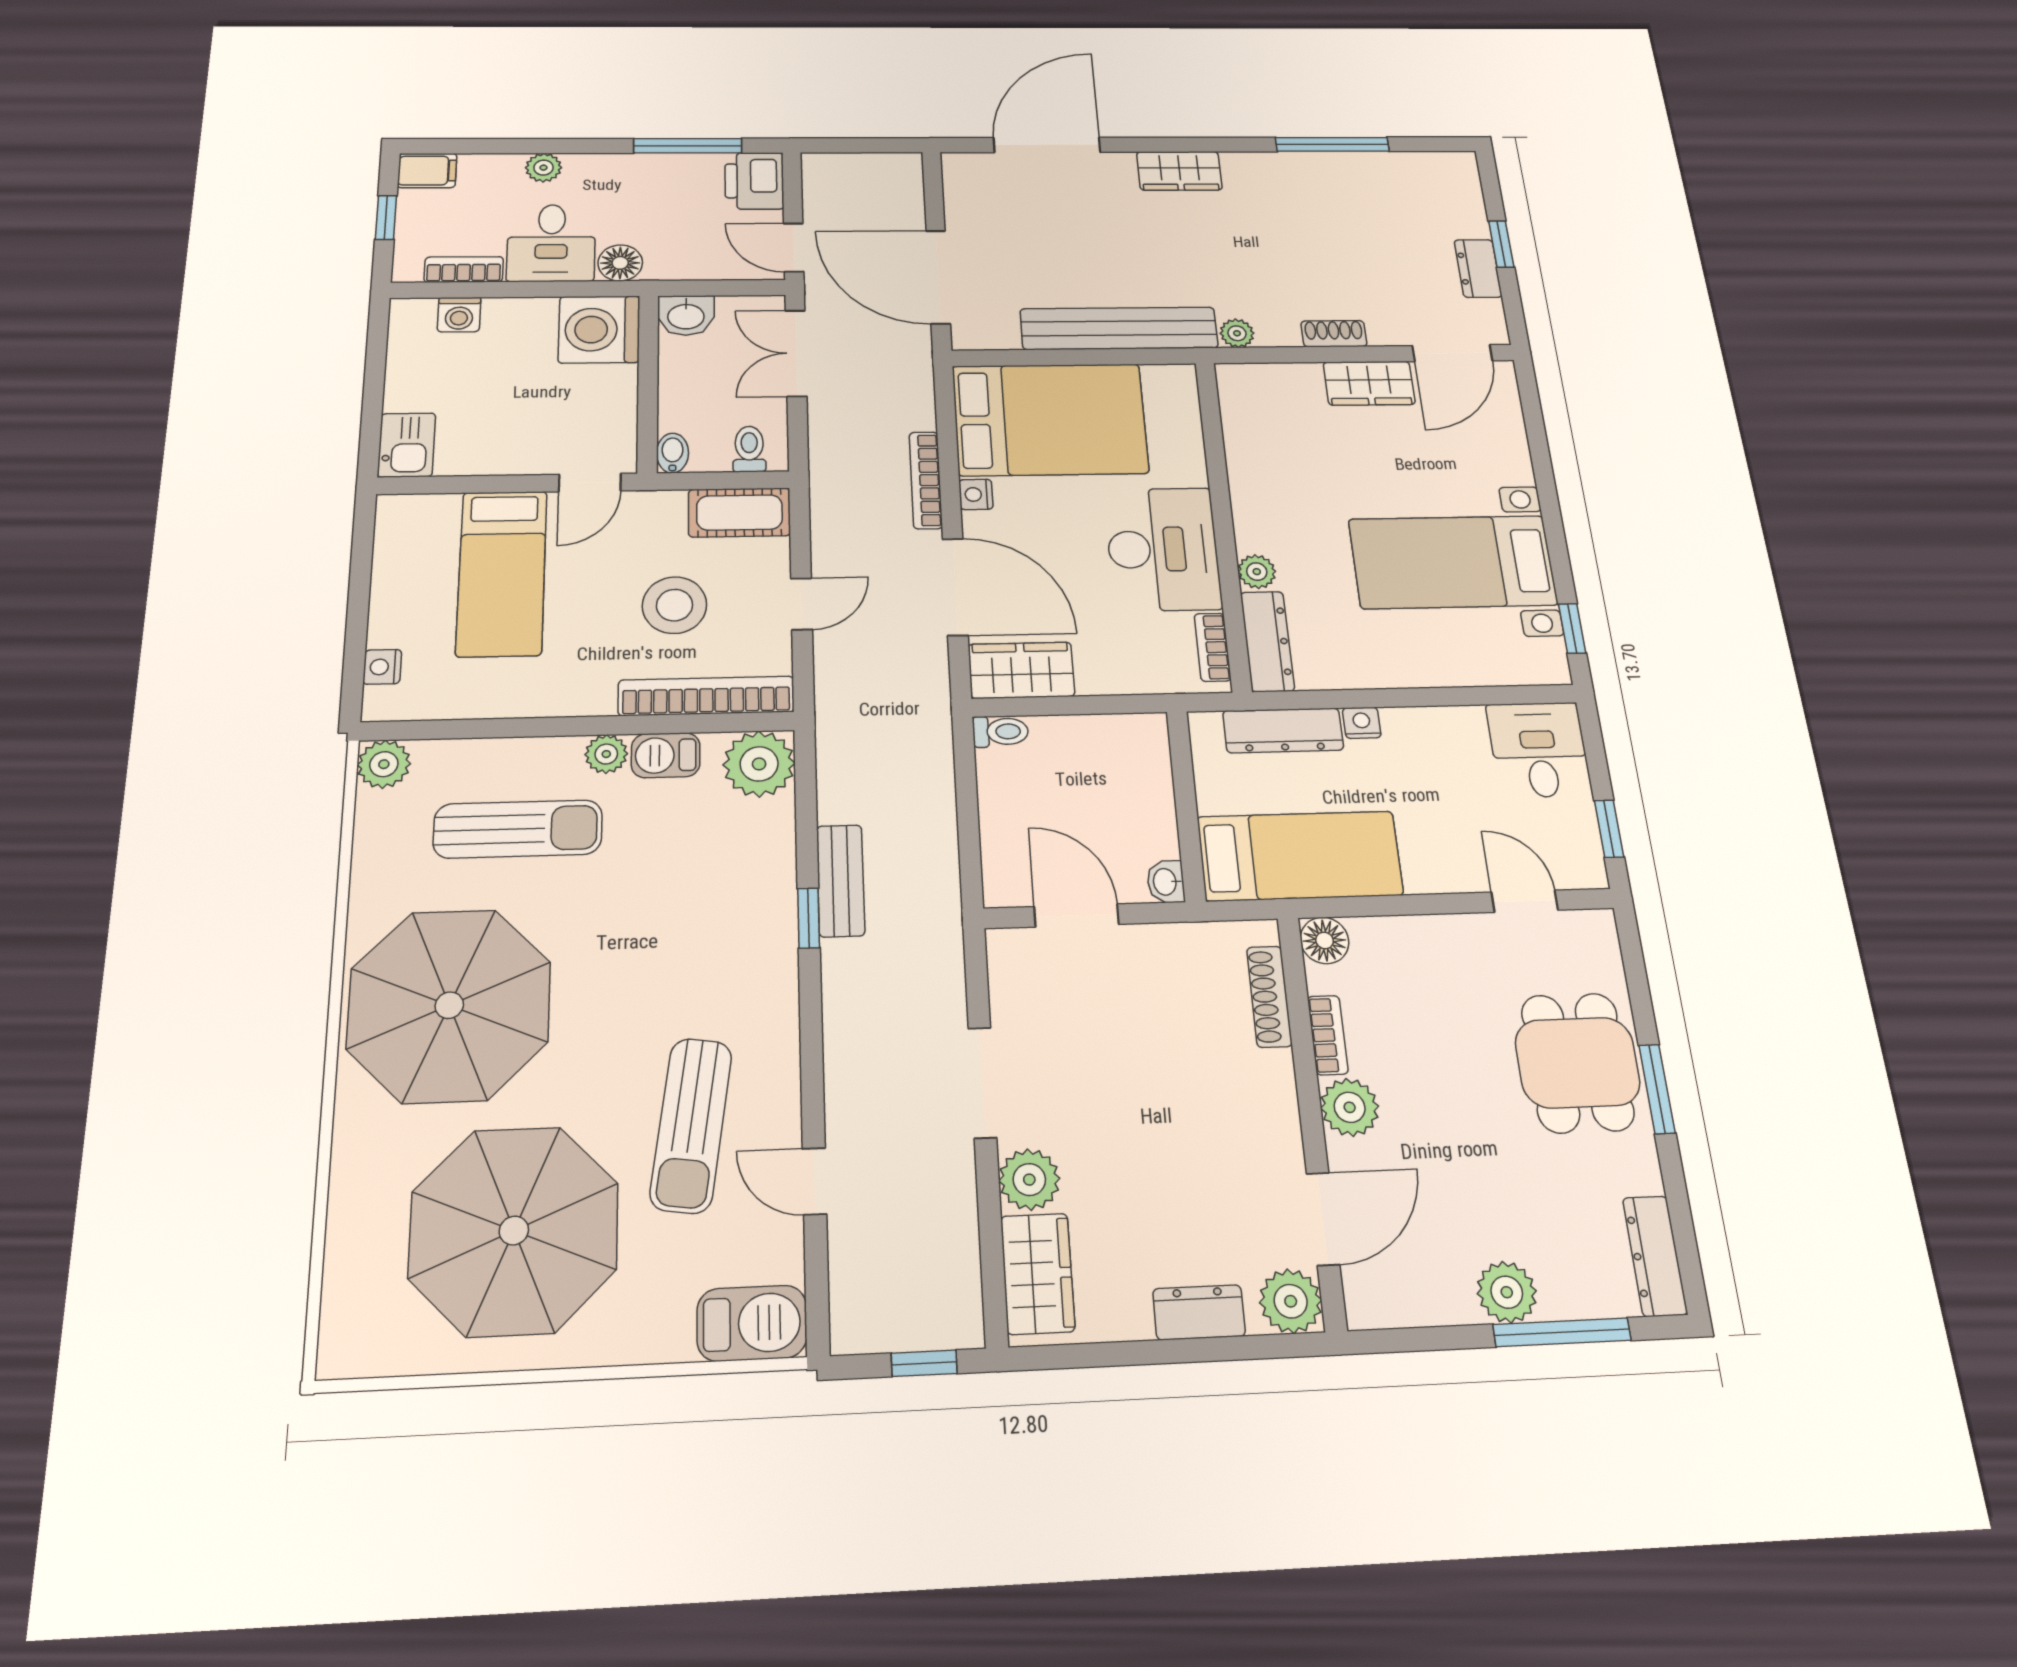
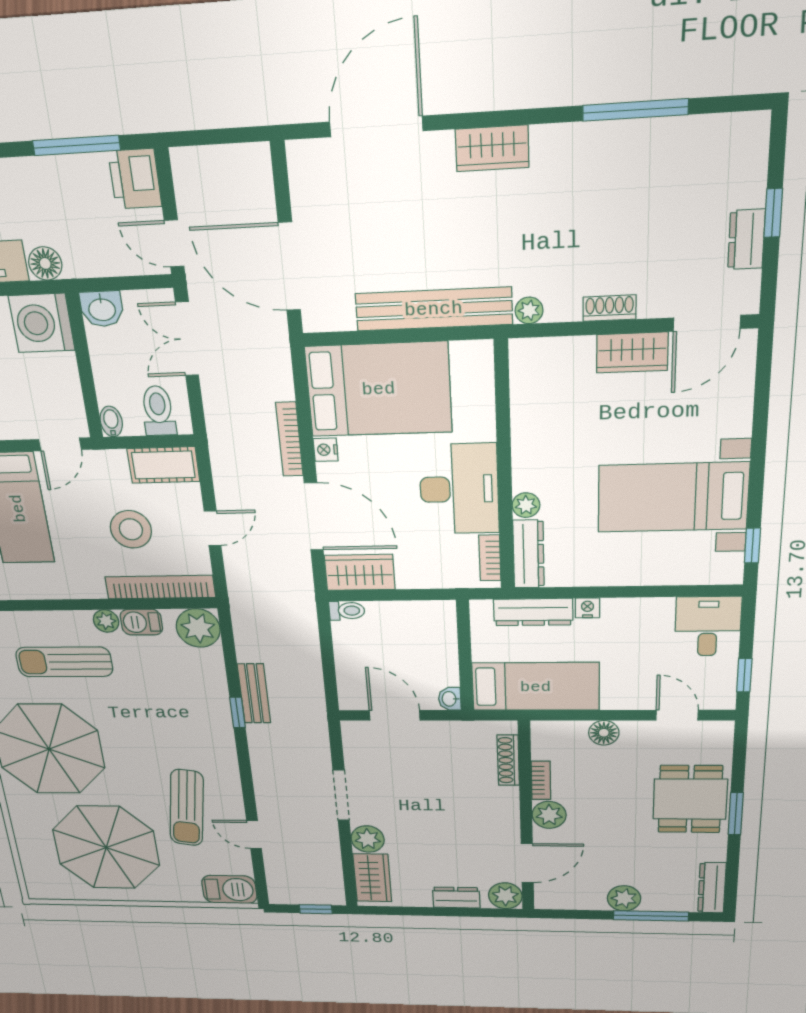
toilet: (749, 449) -> (158, 411), width x1.37, depth x1.39
sun lounger: (518, 829) -> (64, 662), turned 180
floor lamp: (1325, 940) -> (604, 733), moved

